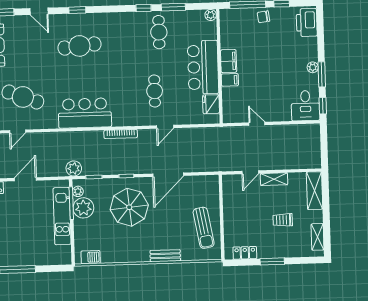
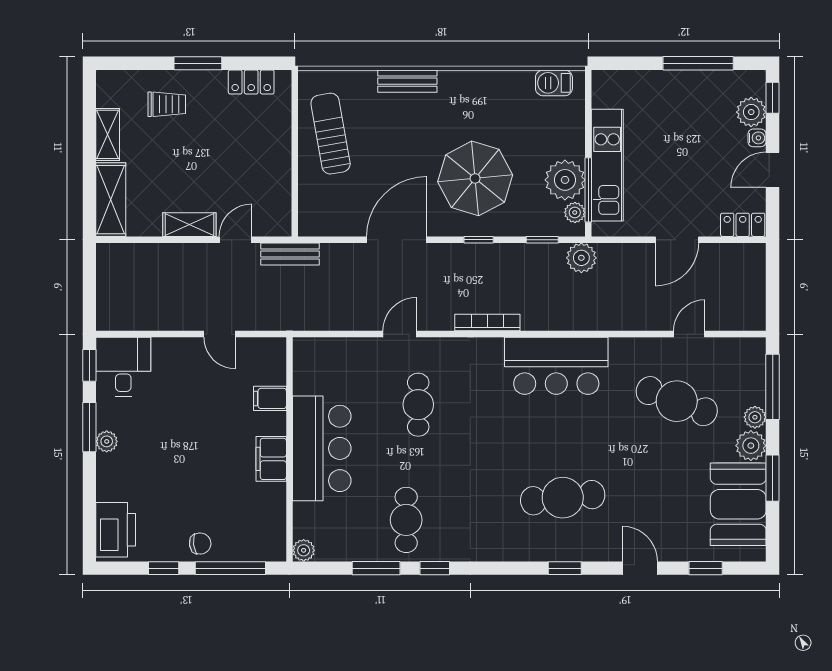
filing cabinet: (230, 80) -> (270, 398), moved
fridge: (211, 104) -> (308, 375), removed
bench: (222, 166) -> (290, 254), added
trolley: (283, 220) -> (167, 104), moved
shelving: (318, 237) -> (108, 134), moved

